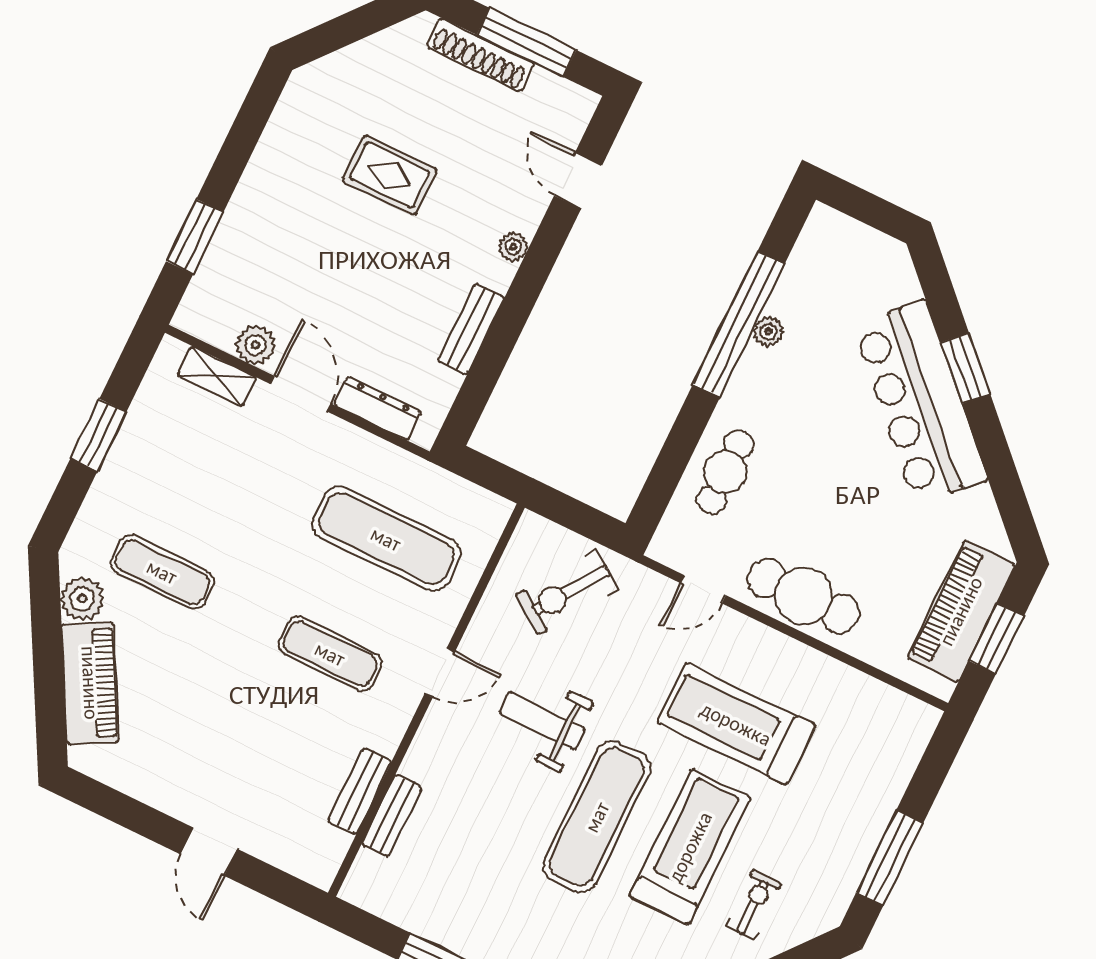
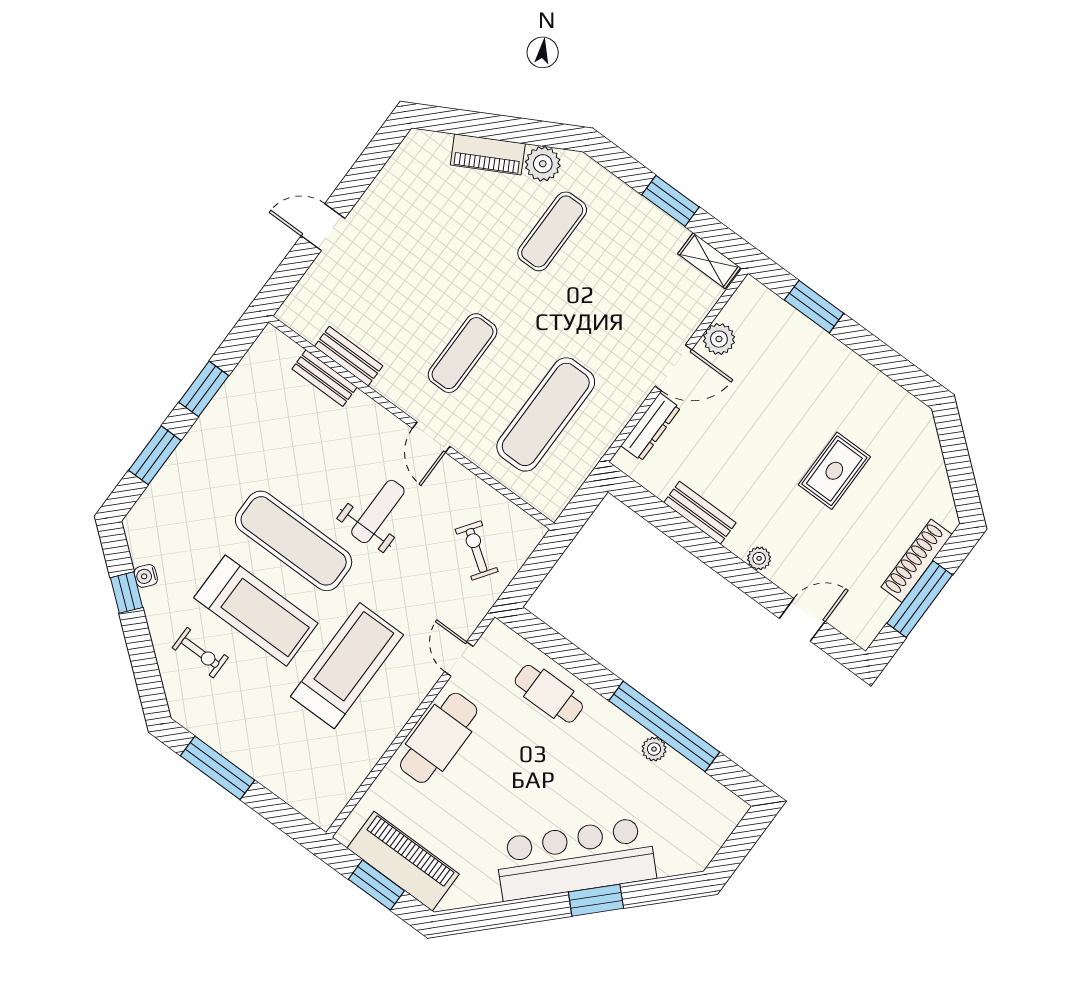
shelving: (217, 376) -> (709, 261), moved, turned 90
exercise bike: (567, 592) -> (477, 550), width x0.73, depth x0.72
piano: (90, 683) -> (488, 154), width x0.73, depth x0.75

